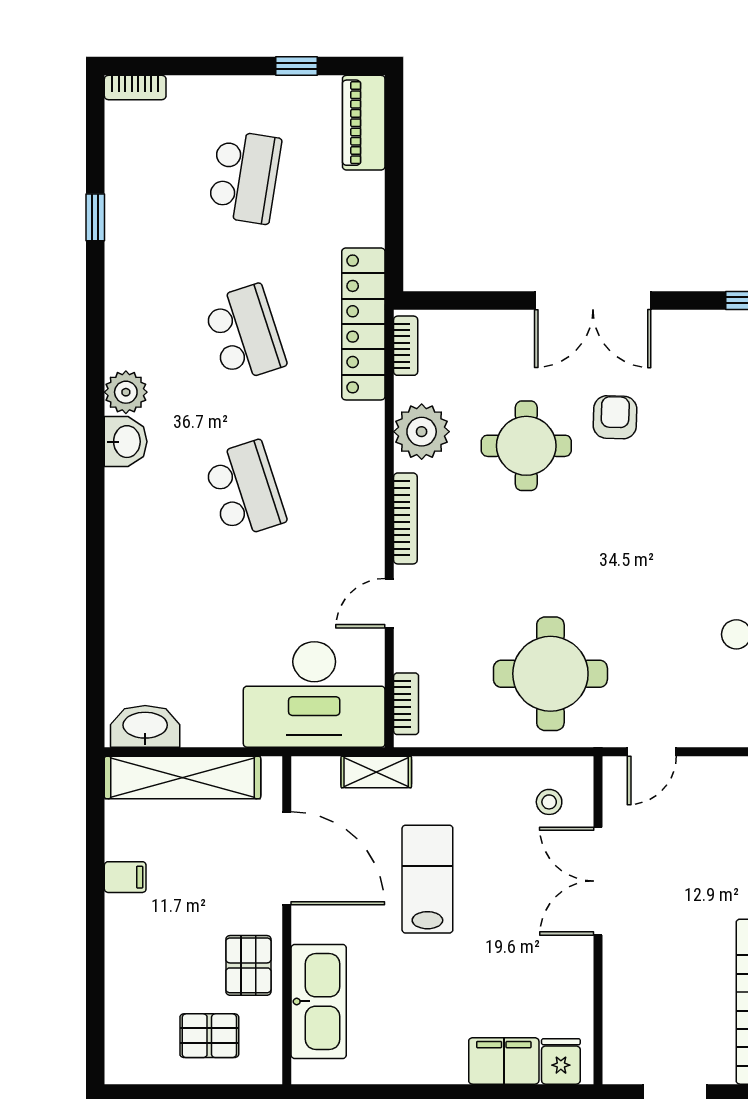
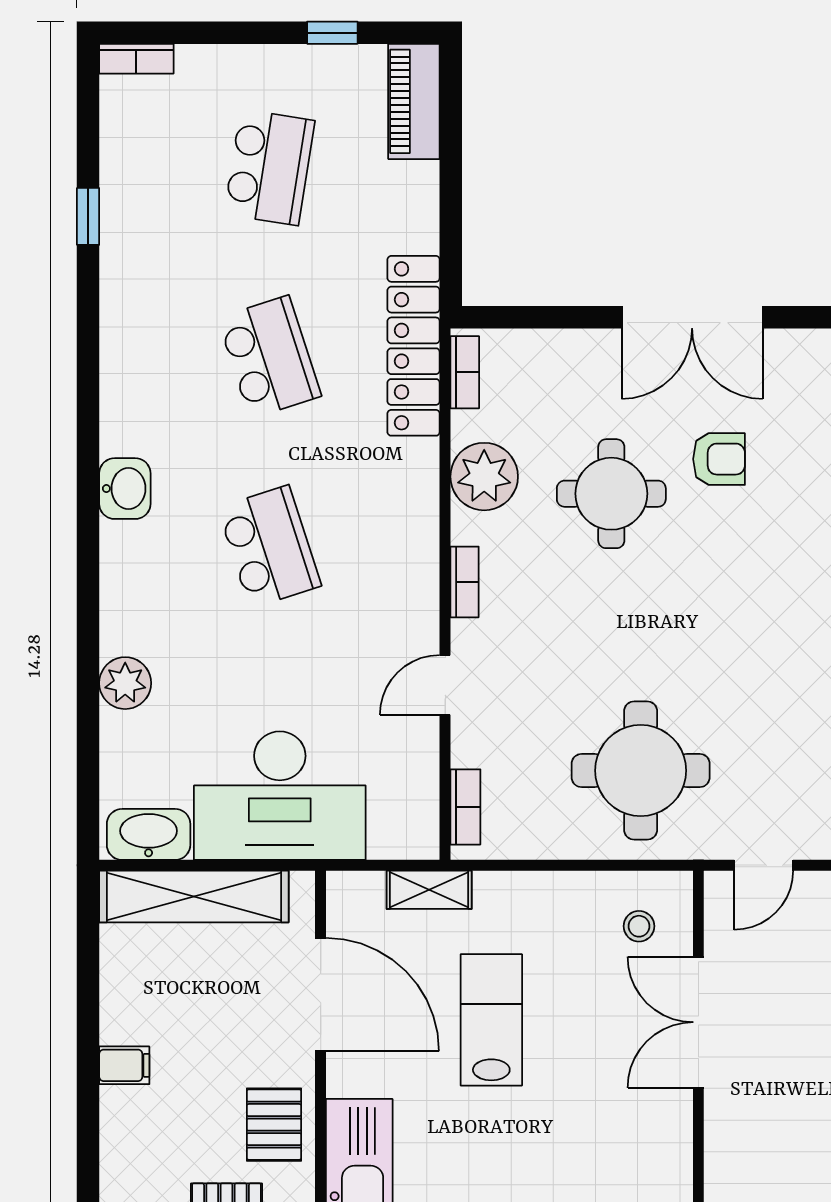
plant: (126, 392) -> (125, 683), moved
armchair: (615, 417) -> (719, 459), turned 88
bookcase: (405, 518) -> (465, 582), width x0.64
desk: (314, 694) -> (280, 796), moved
filing cabinet: (125, 877) -> (124, 1065), moved

